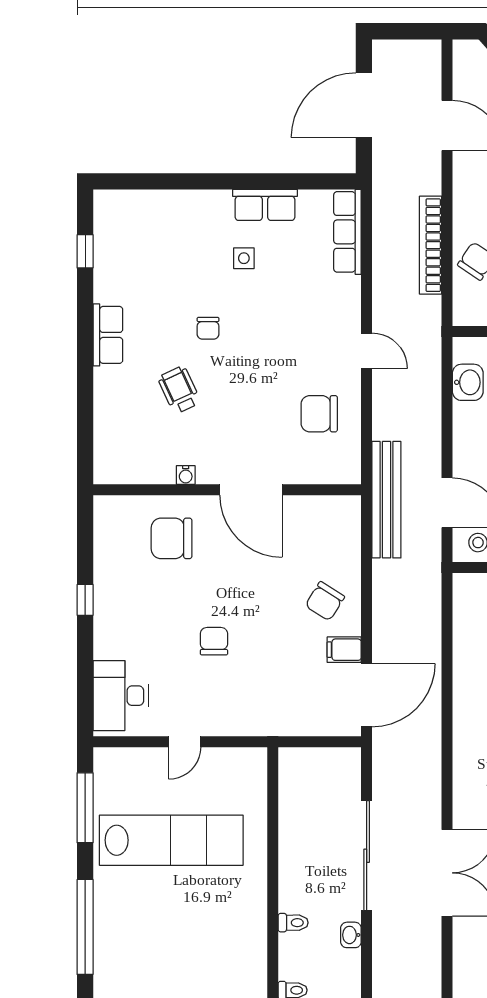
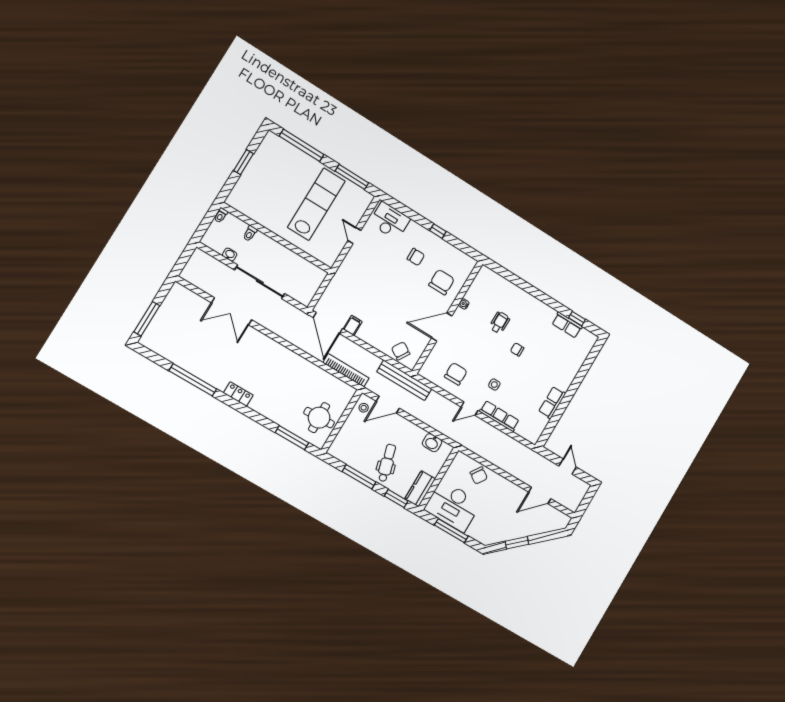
door: (364, 105) -> (568, 466), width x0.53
row of seats: (347, 232) -> (499, 416), moved
bookcase: (431, 245) -> (346, 370), moved
side table: (244, 258) -> (494, 385), moved
row of seats: (108, 335) -> (567, 325), moved
wheelchair: (179, 390) -> (500, 323), turned -65
chair: (325, 601) -> (401, 351), moved
chair: (214, 641) -> (416, 257), moved
lab bench: (171, 840) -> (316, 204), turned 180

